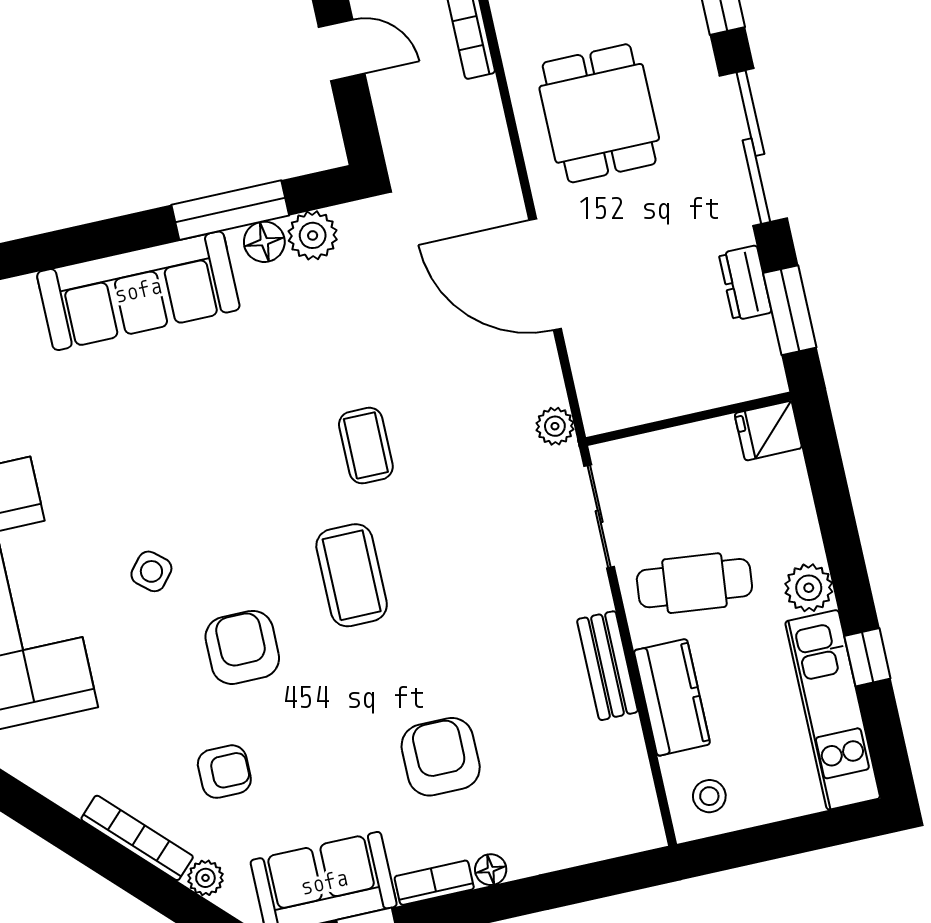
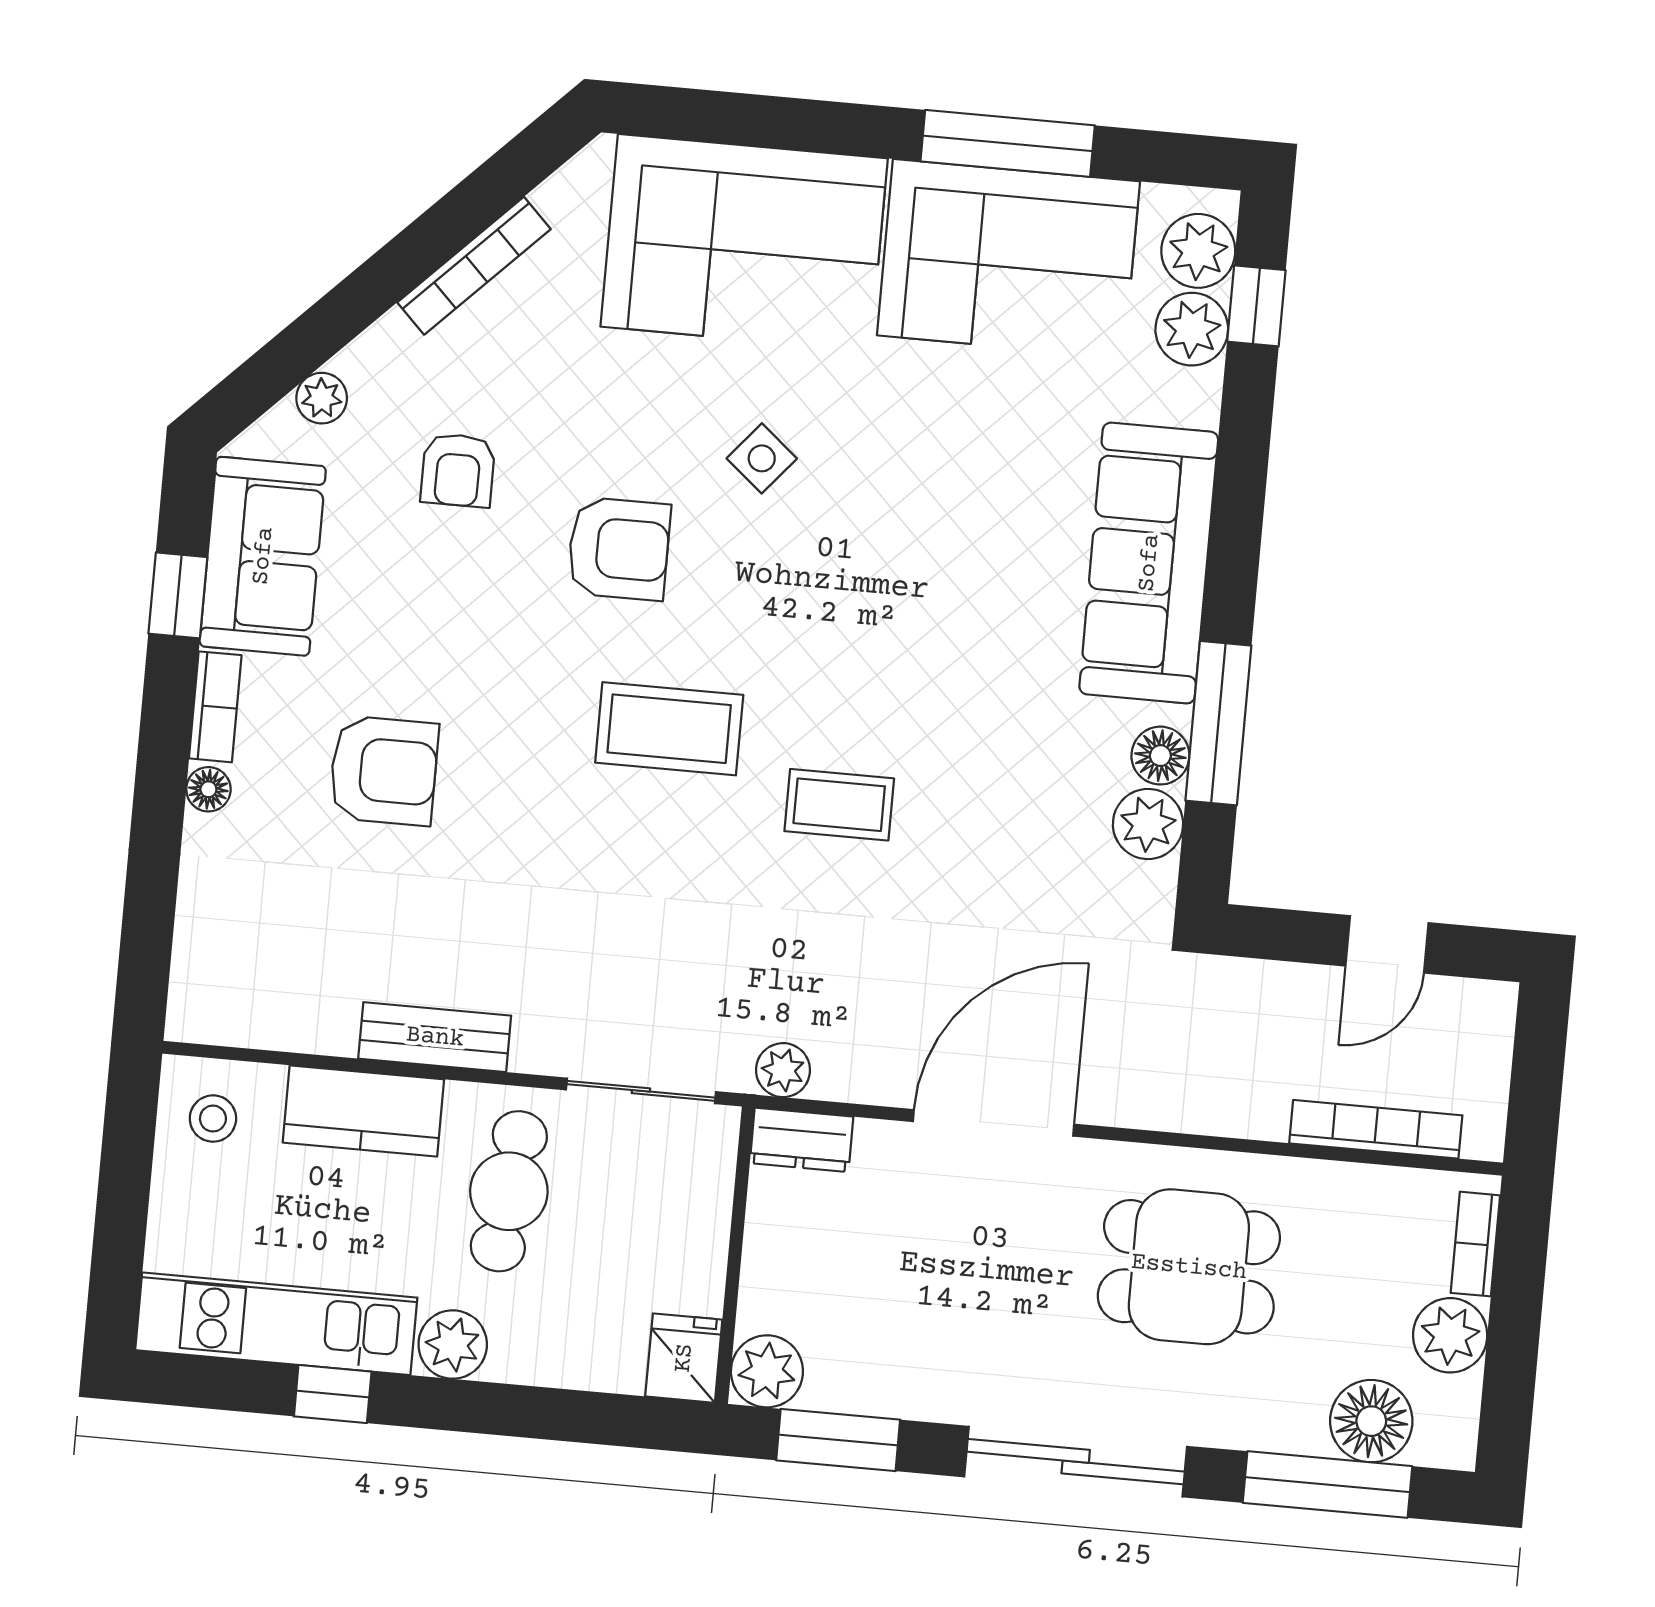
dresser: (745, 283) -> (802, 1140), moved, turned 180
plant: (759, 372) -> (767, 1371), added
bookcase: (137, 838) -> (474, 266), moved

